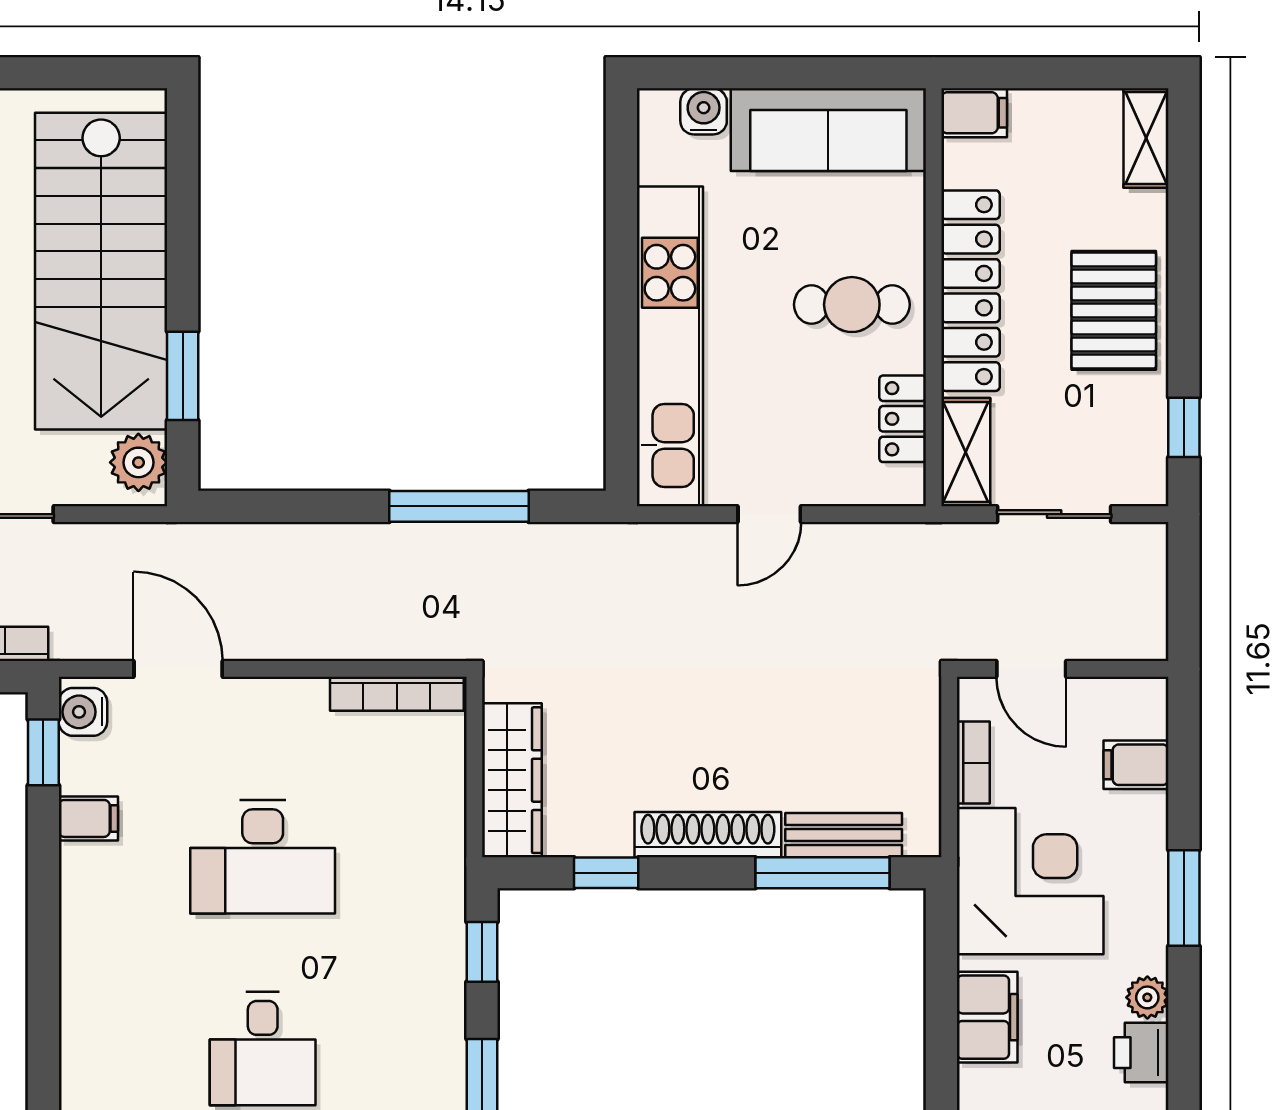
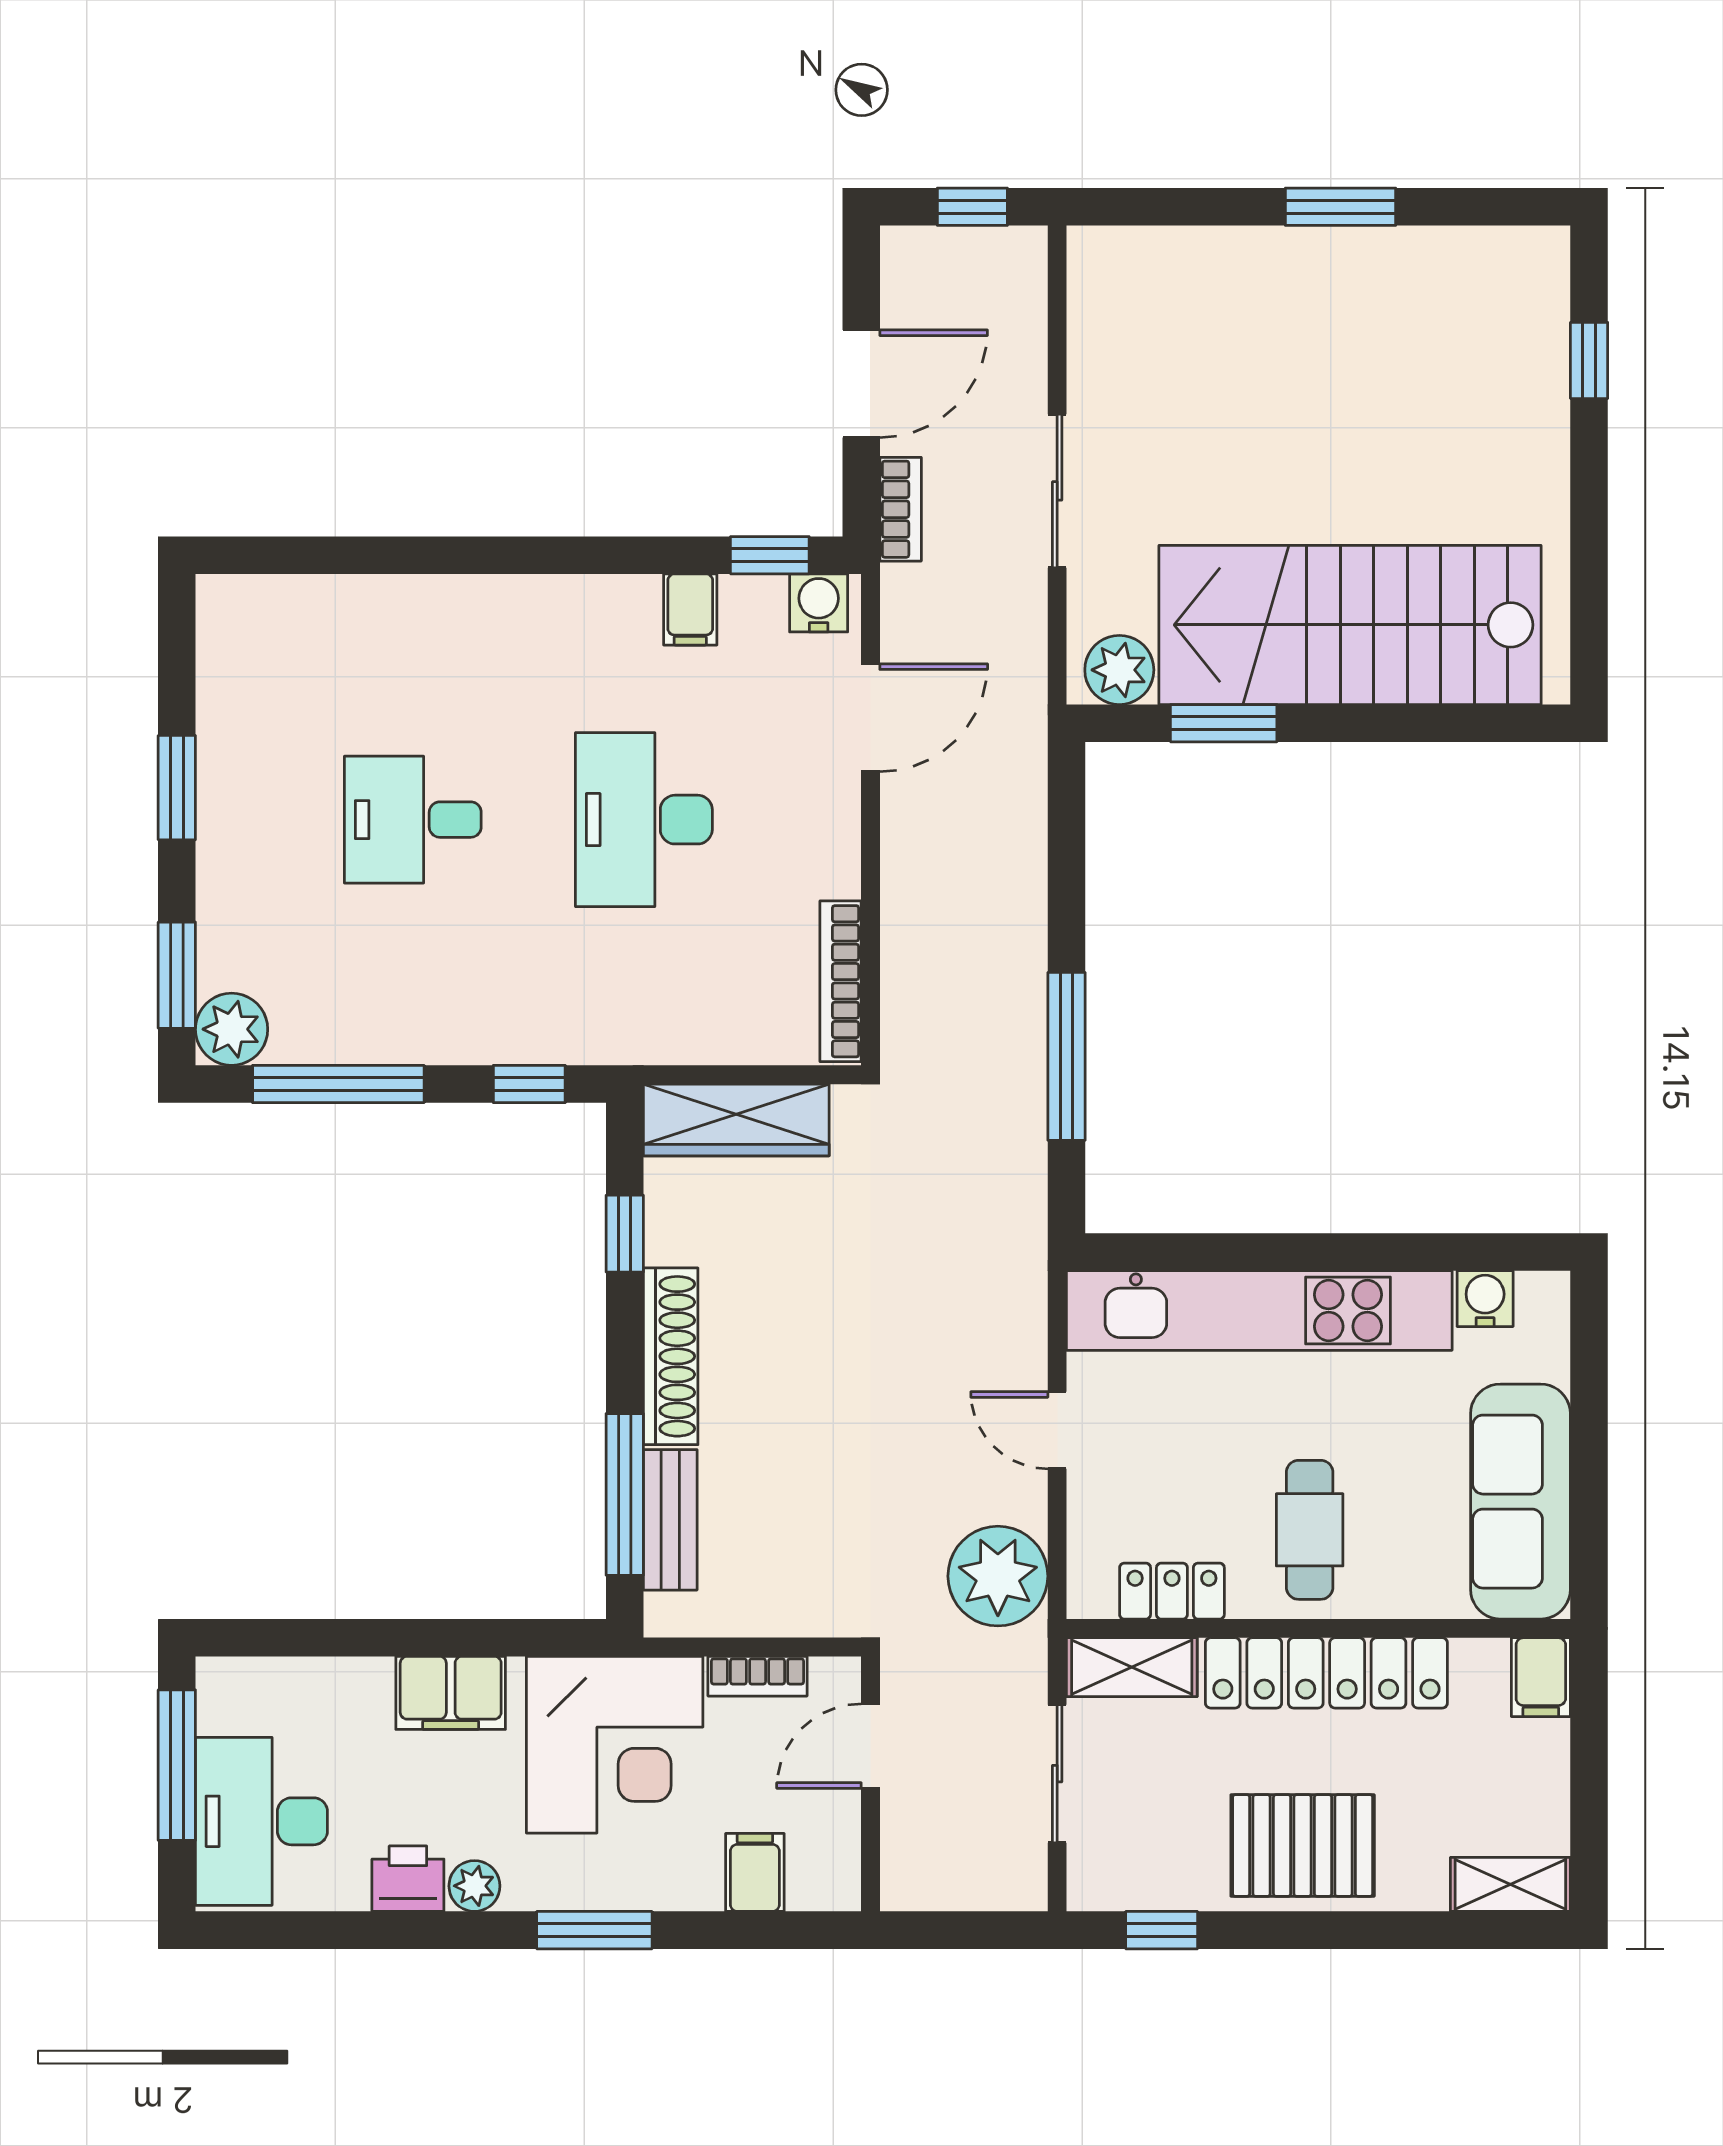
water cooler: (704, 111) -> (1485, 1299), moved, turned -90
plant: (890, 563) -> (998, 1576), added

